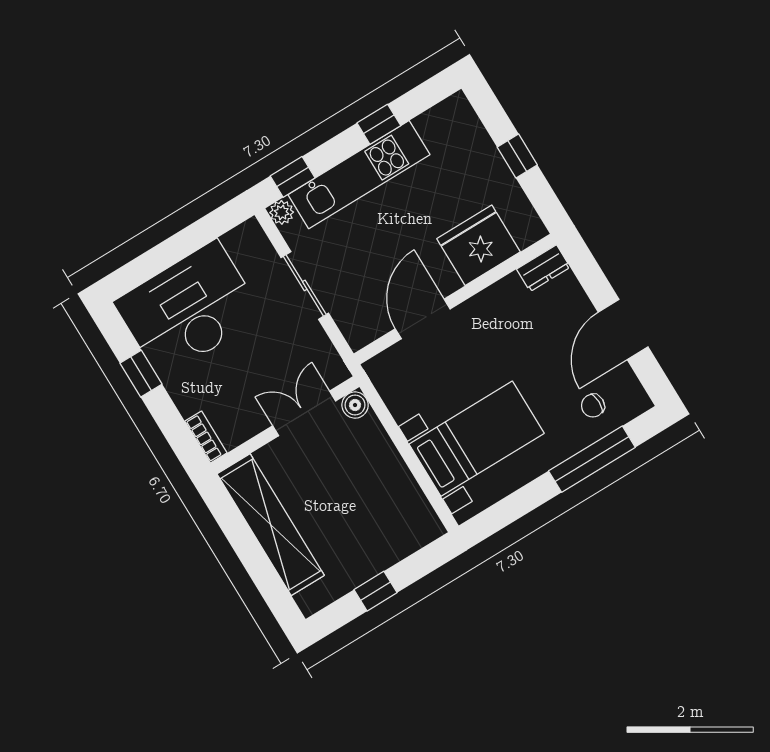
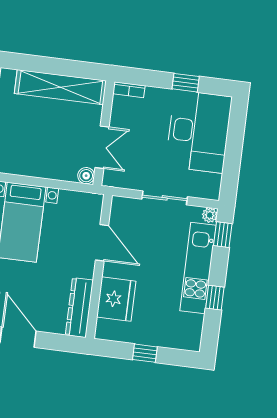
dresser: (543, 268) -> (79, 308), width x1.96, depth x1.24

